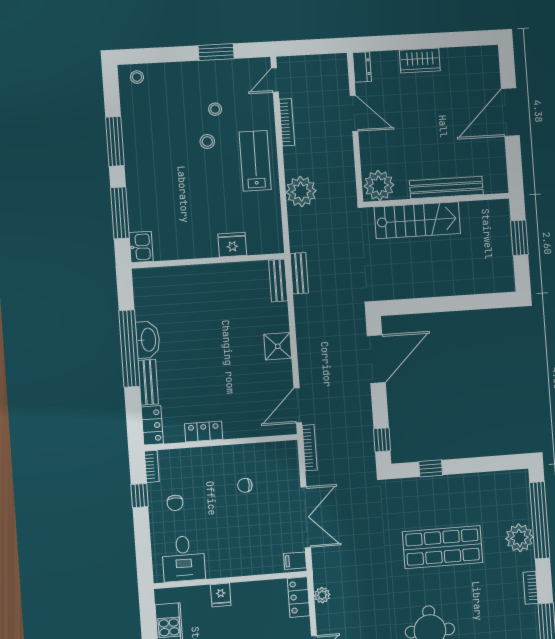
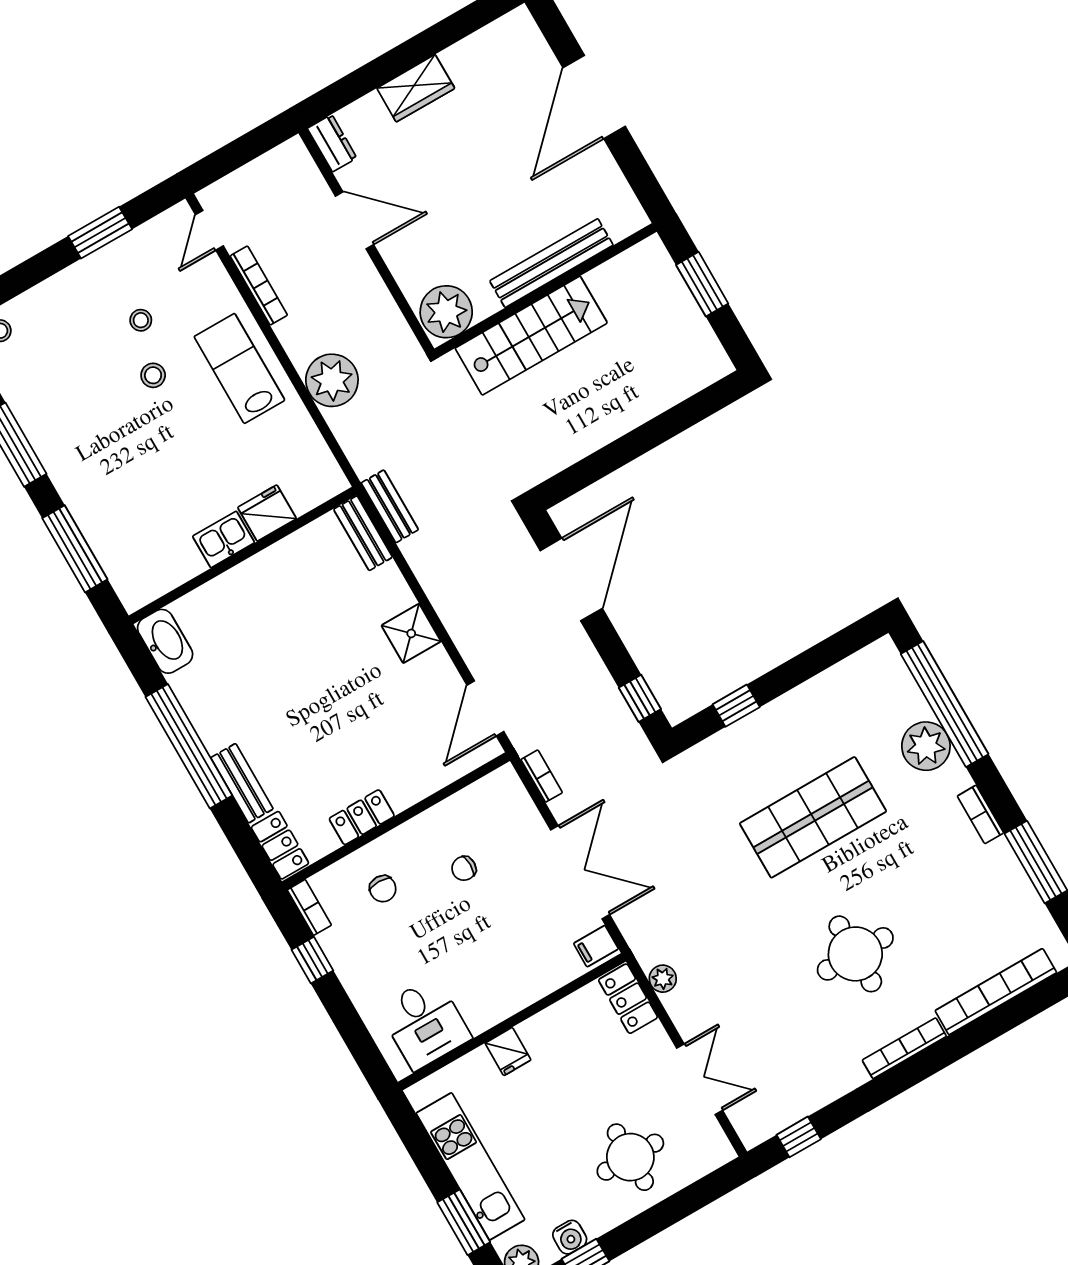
kitchen sink: (141, 247) -> (224, 539), moved, turned -90
washbasin: (148, 340) -> (165, 641), moved
bookcase: (310, 448) -> (542, 776), width x0.64
chair: (175, 503) -> (383, 889), moved

